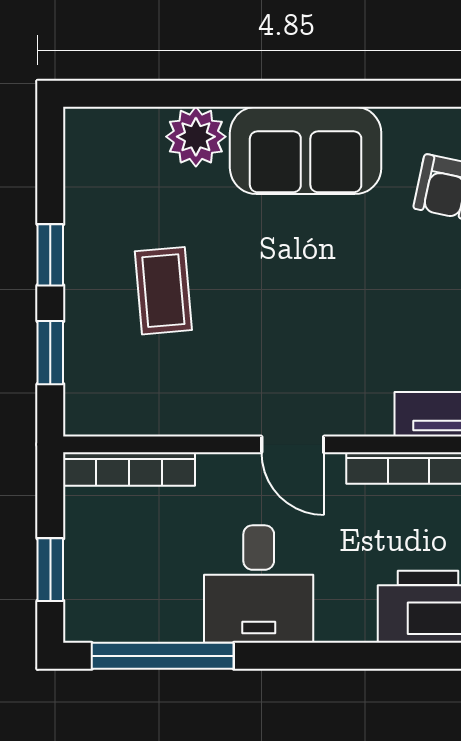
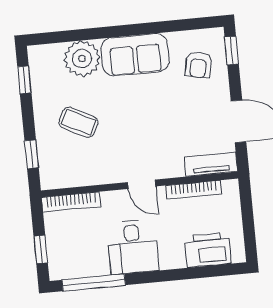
plant: (196, 137) -> (82, 59), width x1.36, depth x1.36
window: (50, 255) -> (24, 80), moved
coffee table: (163, 291) -> (79, 122), turned -58

